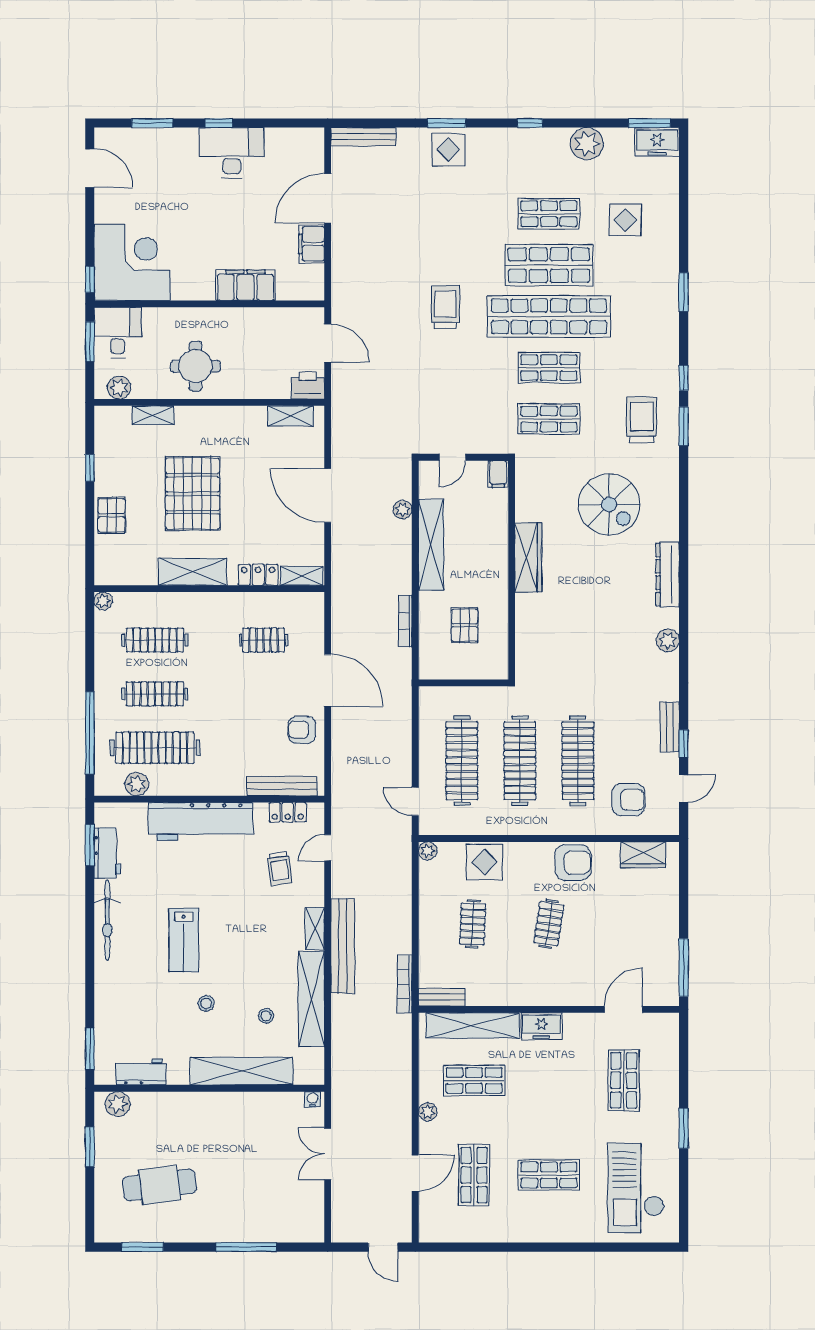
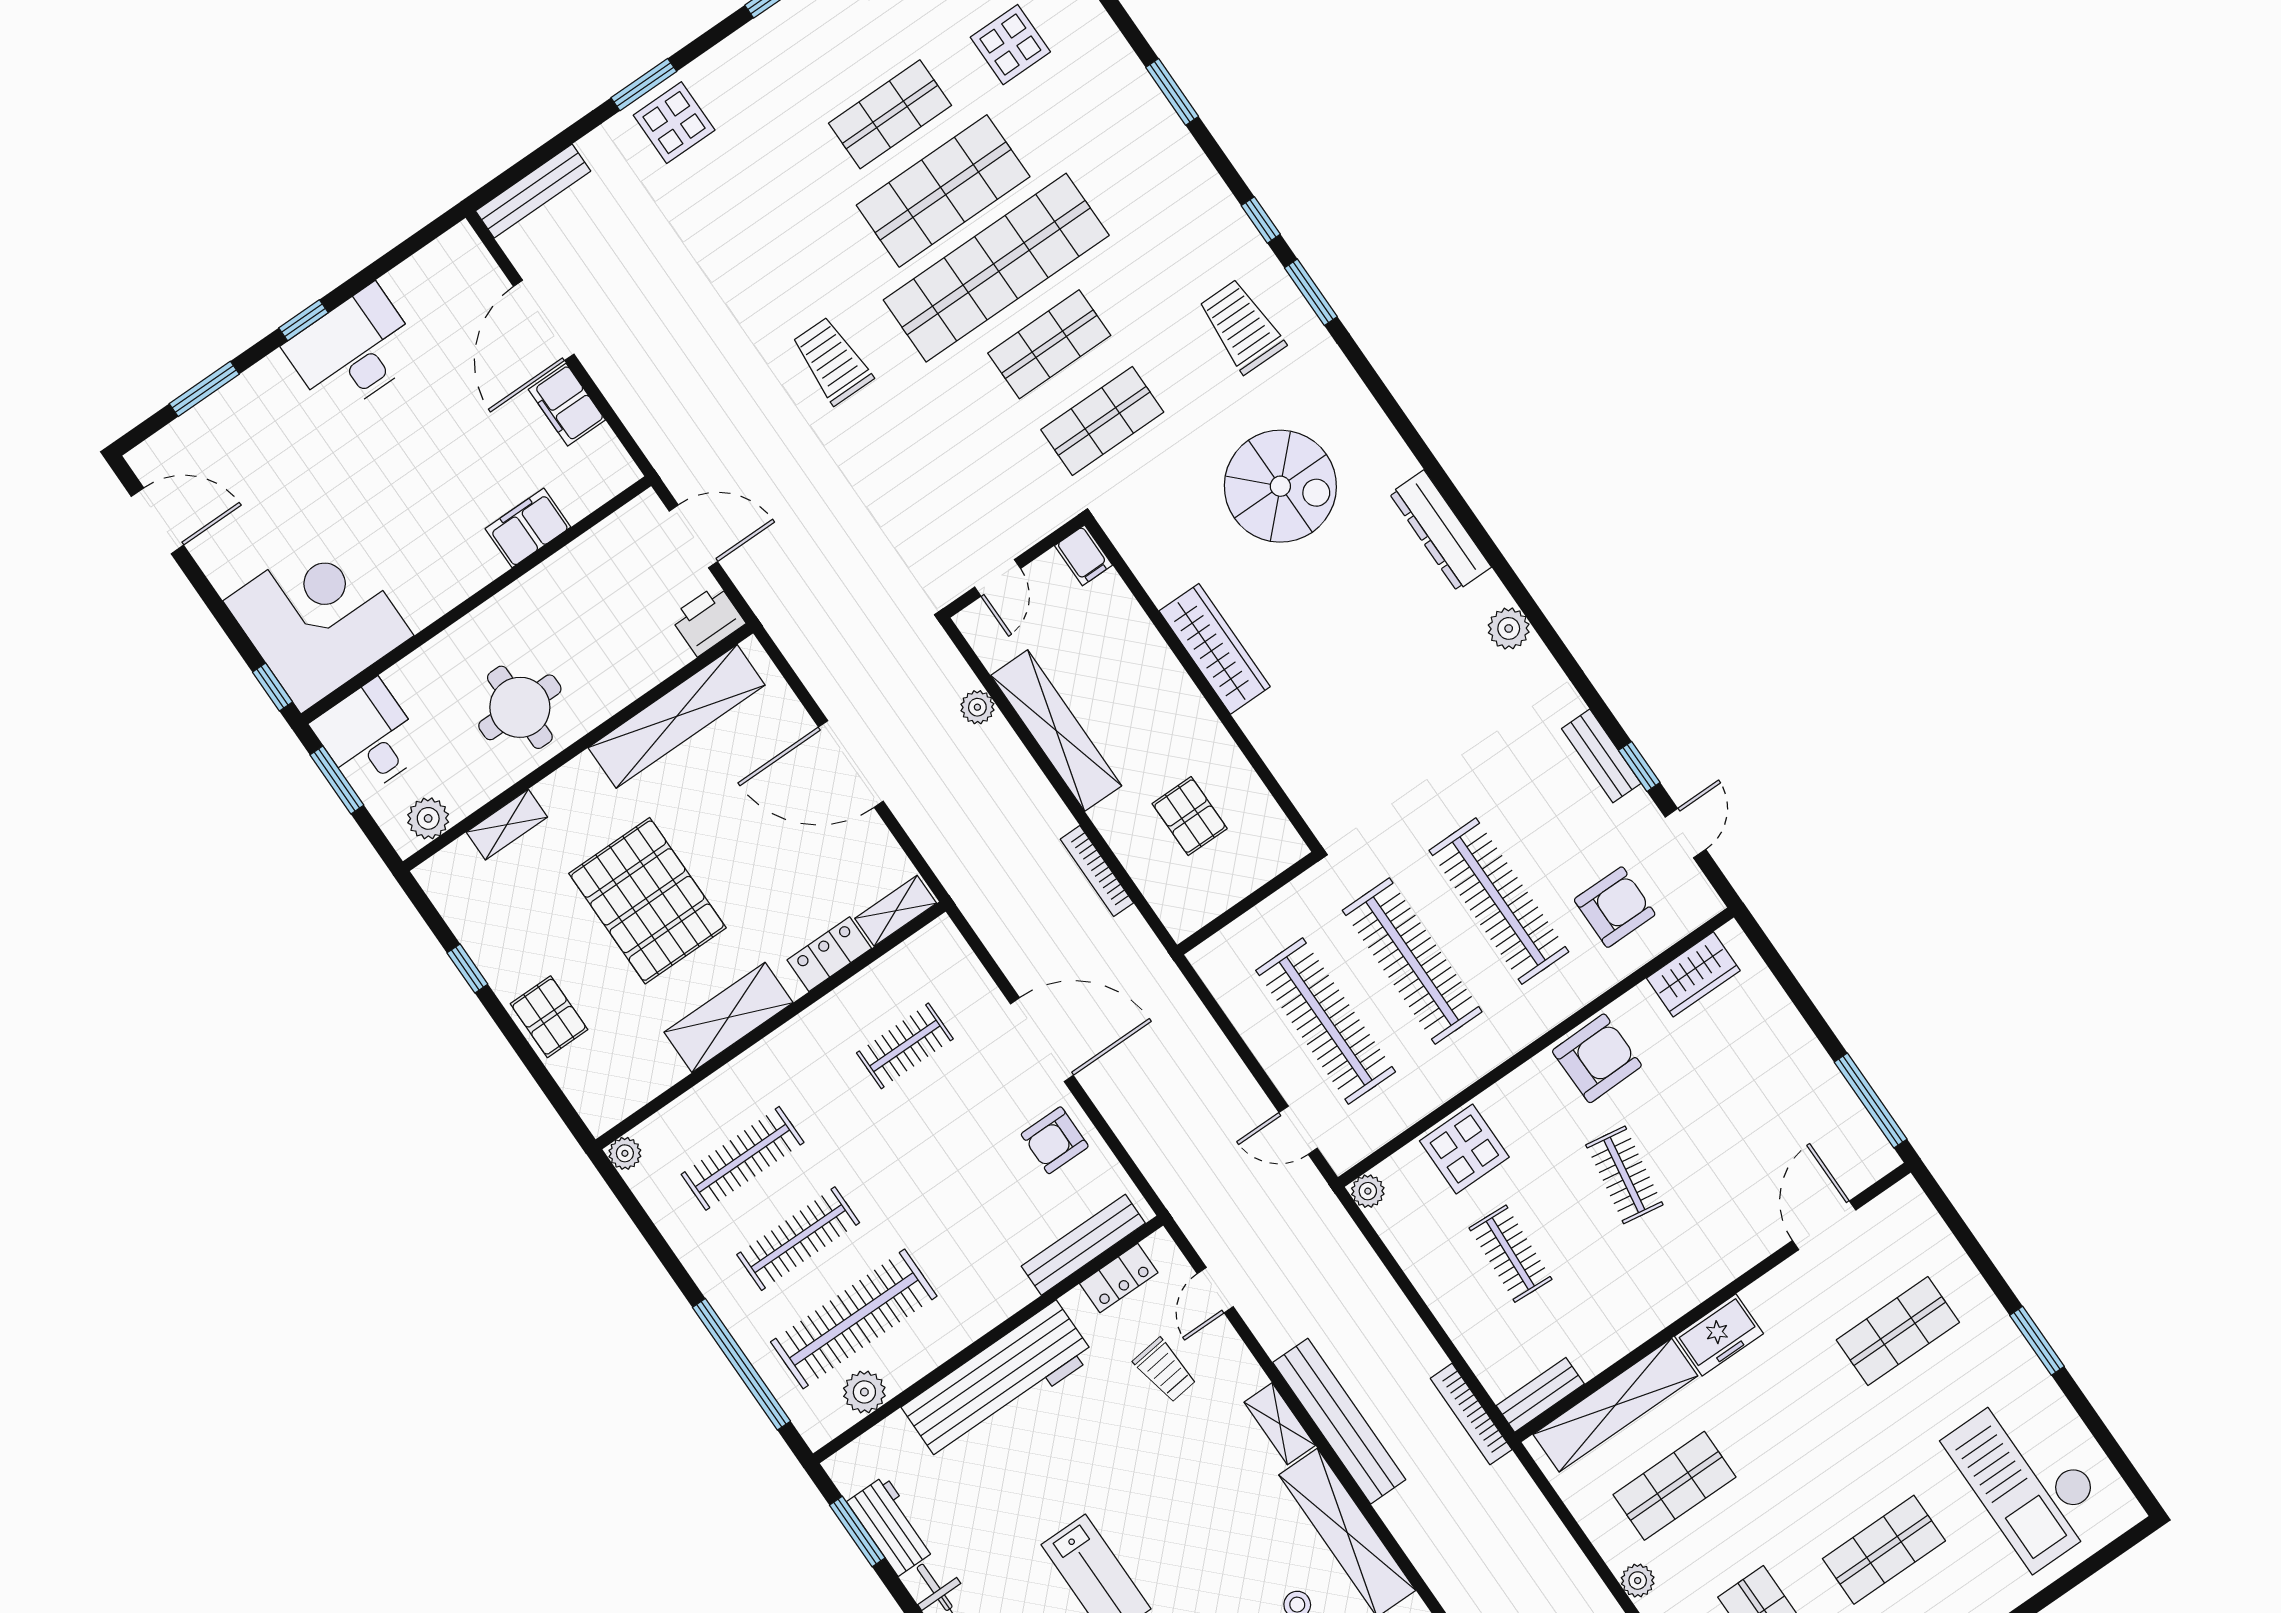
filing cabinet: (245, 285) -> (528, 528), width x0.67, depth x0.86
shelving: (291, 416) -> (677, 716), width x2.20, depth x1.33
shop shelf: (624, 1080) -> (1898, 1331), turned 90

